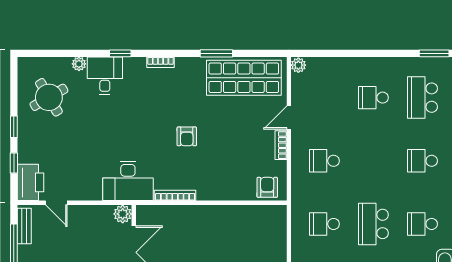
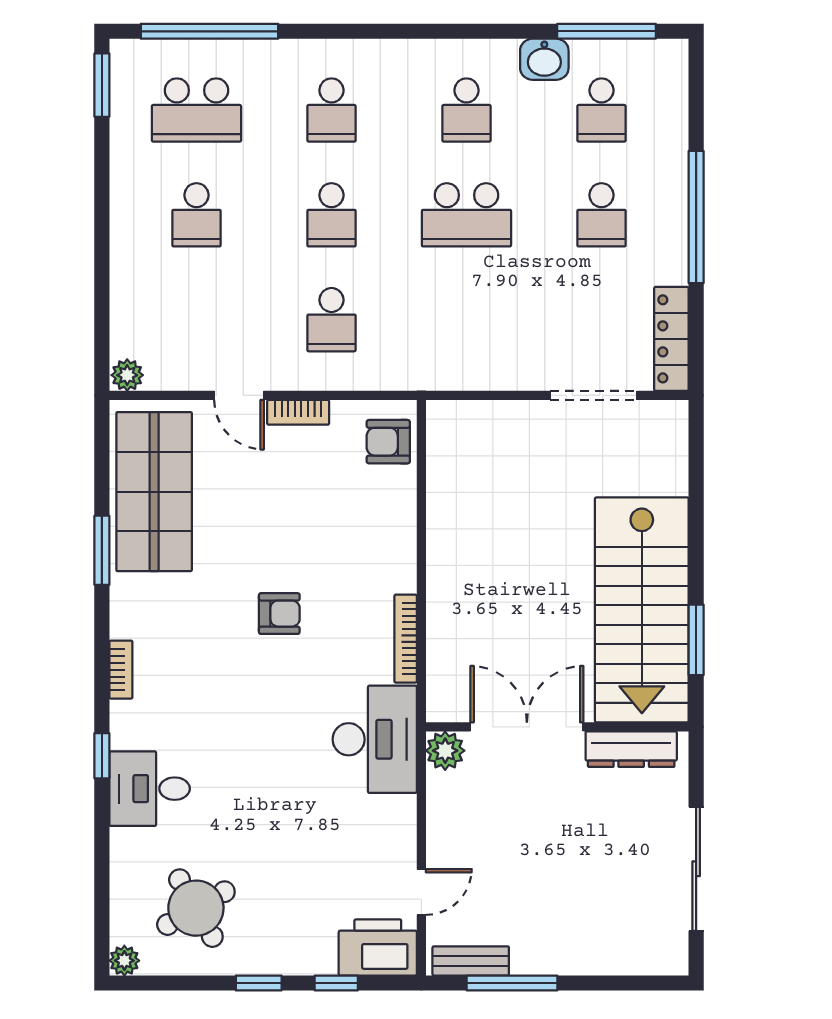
plant: (79, 64) -> (124, 961), moved
school desk: (324, 224) -> (331, 215), moved

